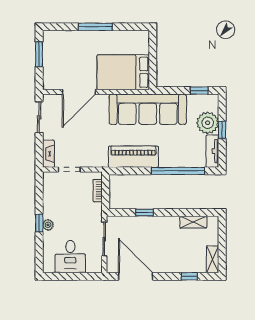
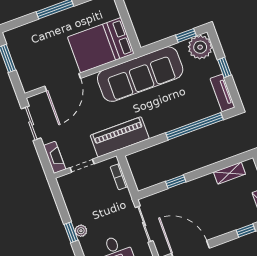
plant: (208, 123) -> (200, 47), moved
piano: (133, 157) -> (120, 137), moved

